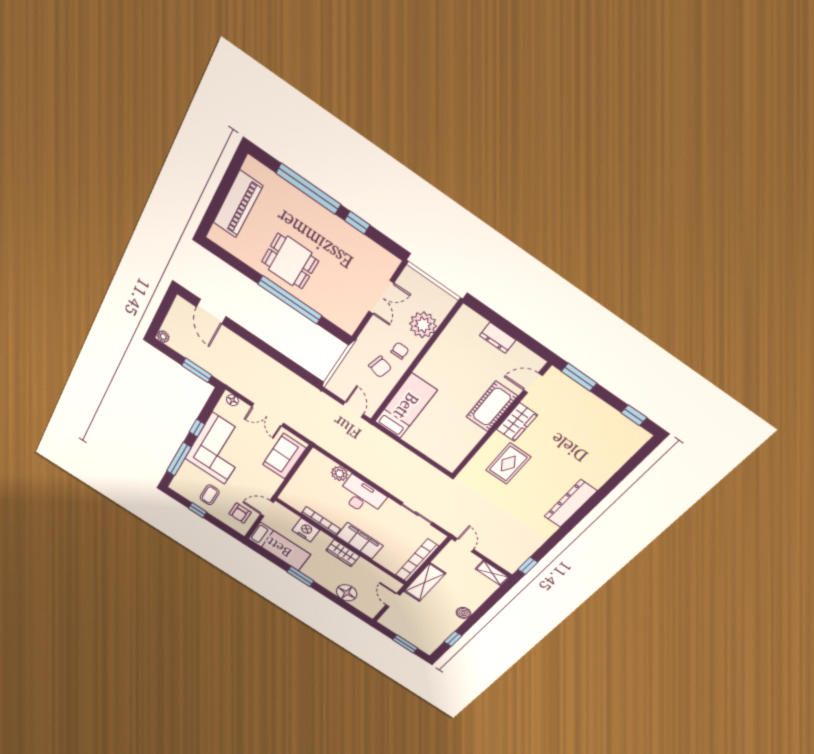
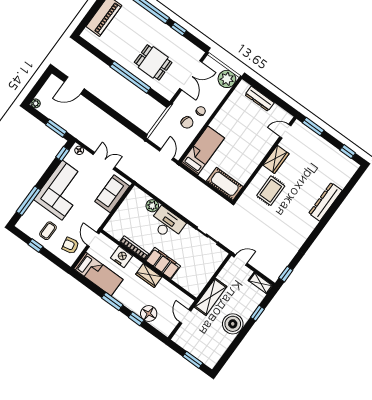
dining table: (290, 261) -> (153, 62), moved
double door: (381, 297) -> (191, 75), width x1.37
door: (211, 312) -> (74, 85), hinge flipped
plant: (423, 325) -> (227, 79), moved
dresser: (498, 338) -> (260, 99), width x1.44
cot: (492, 407) -> (225, 184), moved, turned 90
double door: (268, 415) -> (104, 161), swing flipped
window: (197, 428) -> (63, 154), moved
dresser: (570, 504) -> (325, 202), moved
door: (267, 508) -> (93, 240), hinge flipped
armchair: (240, 513) -> (70, 246), turned 78
door: (464, 545) -> (241, 260), hinge flipped
bookcase: (417, 561) -> (205, 277), removed
window: (332, 597) -> (136, 319), added
boiler: (463, 613) -> (233, 324), width x1.86, depth x1.86
window: (453, 639) -> (257, 313), moved

